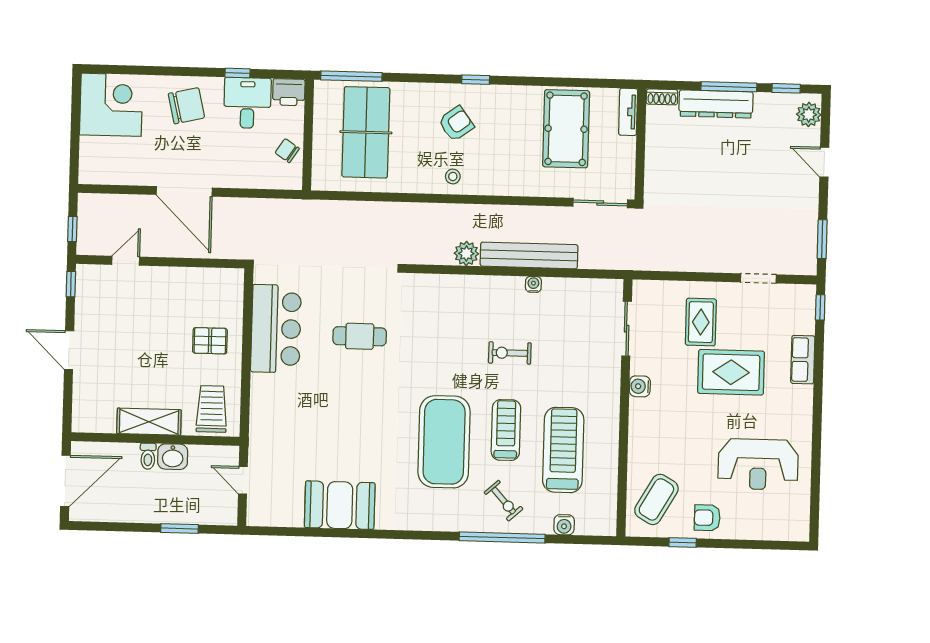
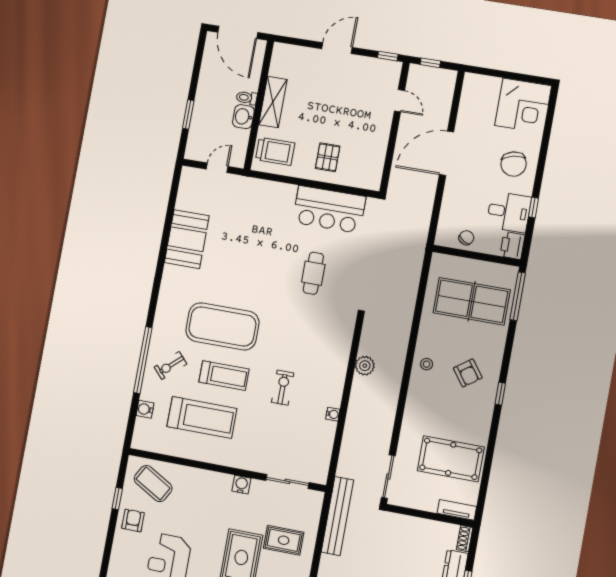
bench: (529, 255) -> (337, 516), moved

